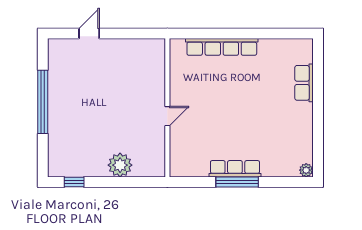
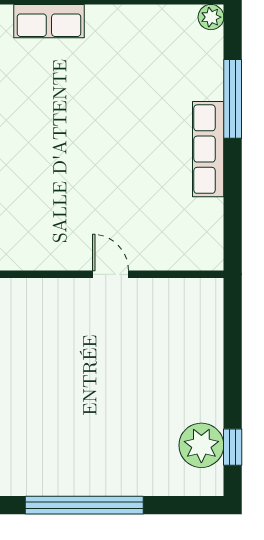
plant: (120, 165) -> (201, 445), moved
window: (237, 182) -> (233, 99), moved

